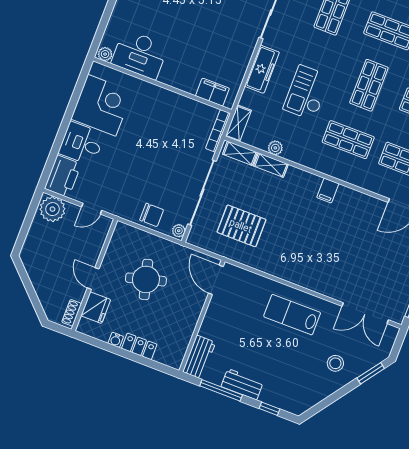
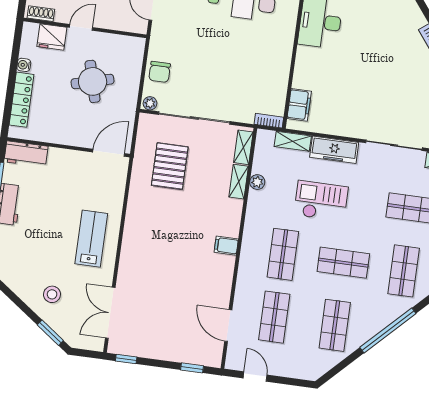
shelving: (238, 123) -> (293, 141), moved
bookcase: (218, 131) -> (269, 121), width x0.64
locker: (139, 346) -> (21, 100), width x1.53

